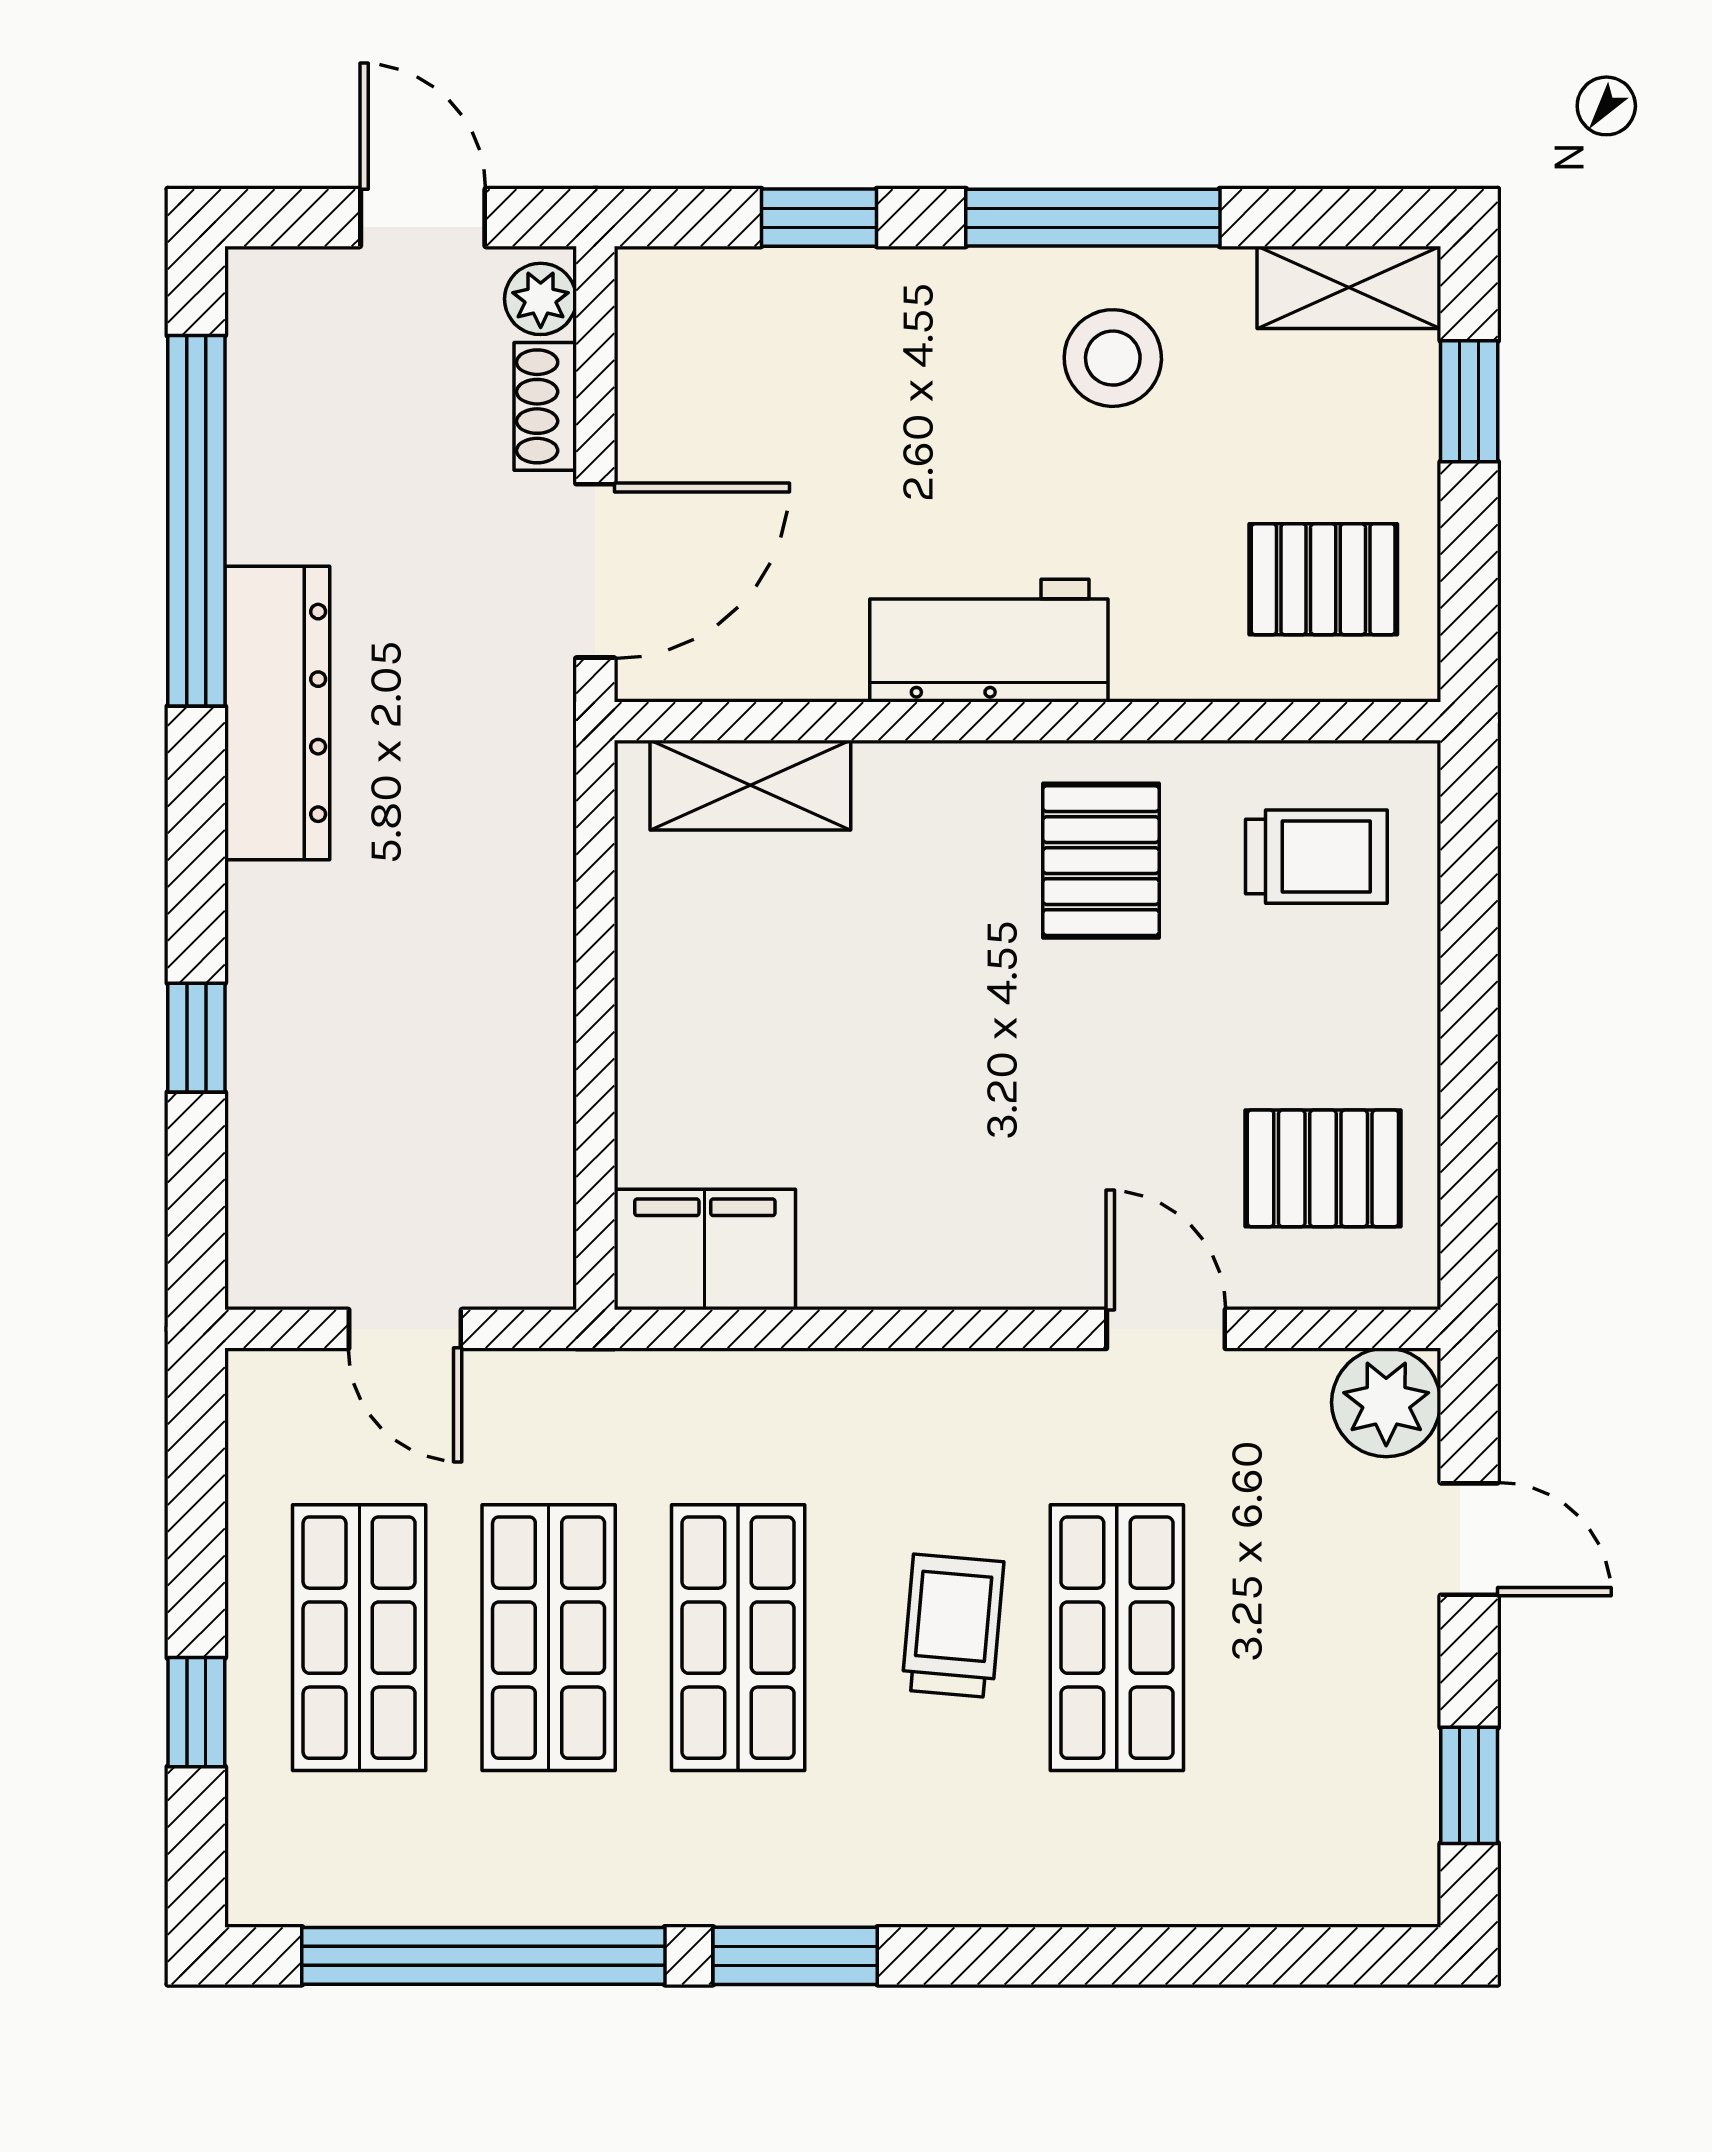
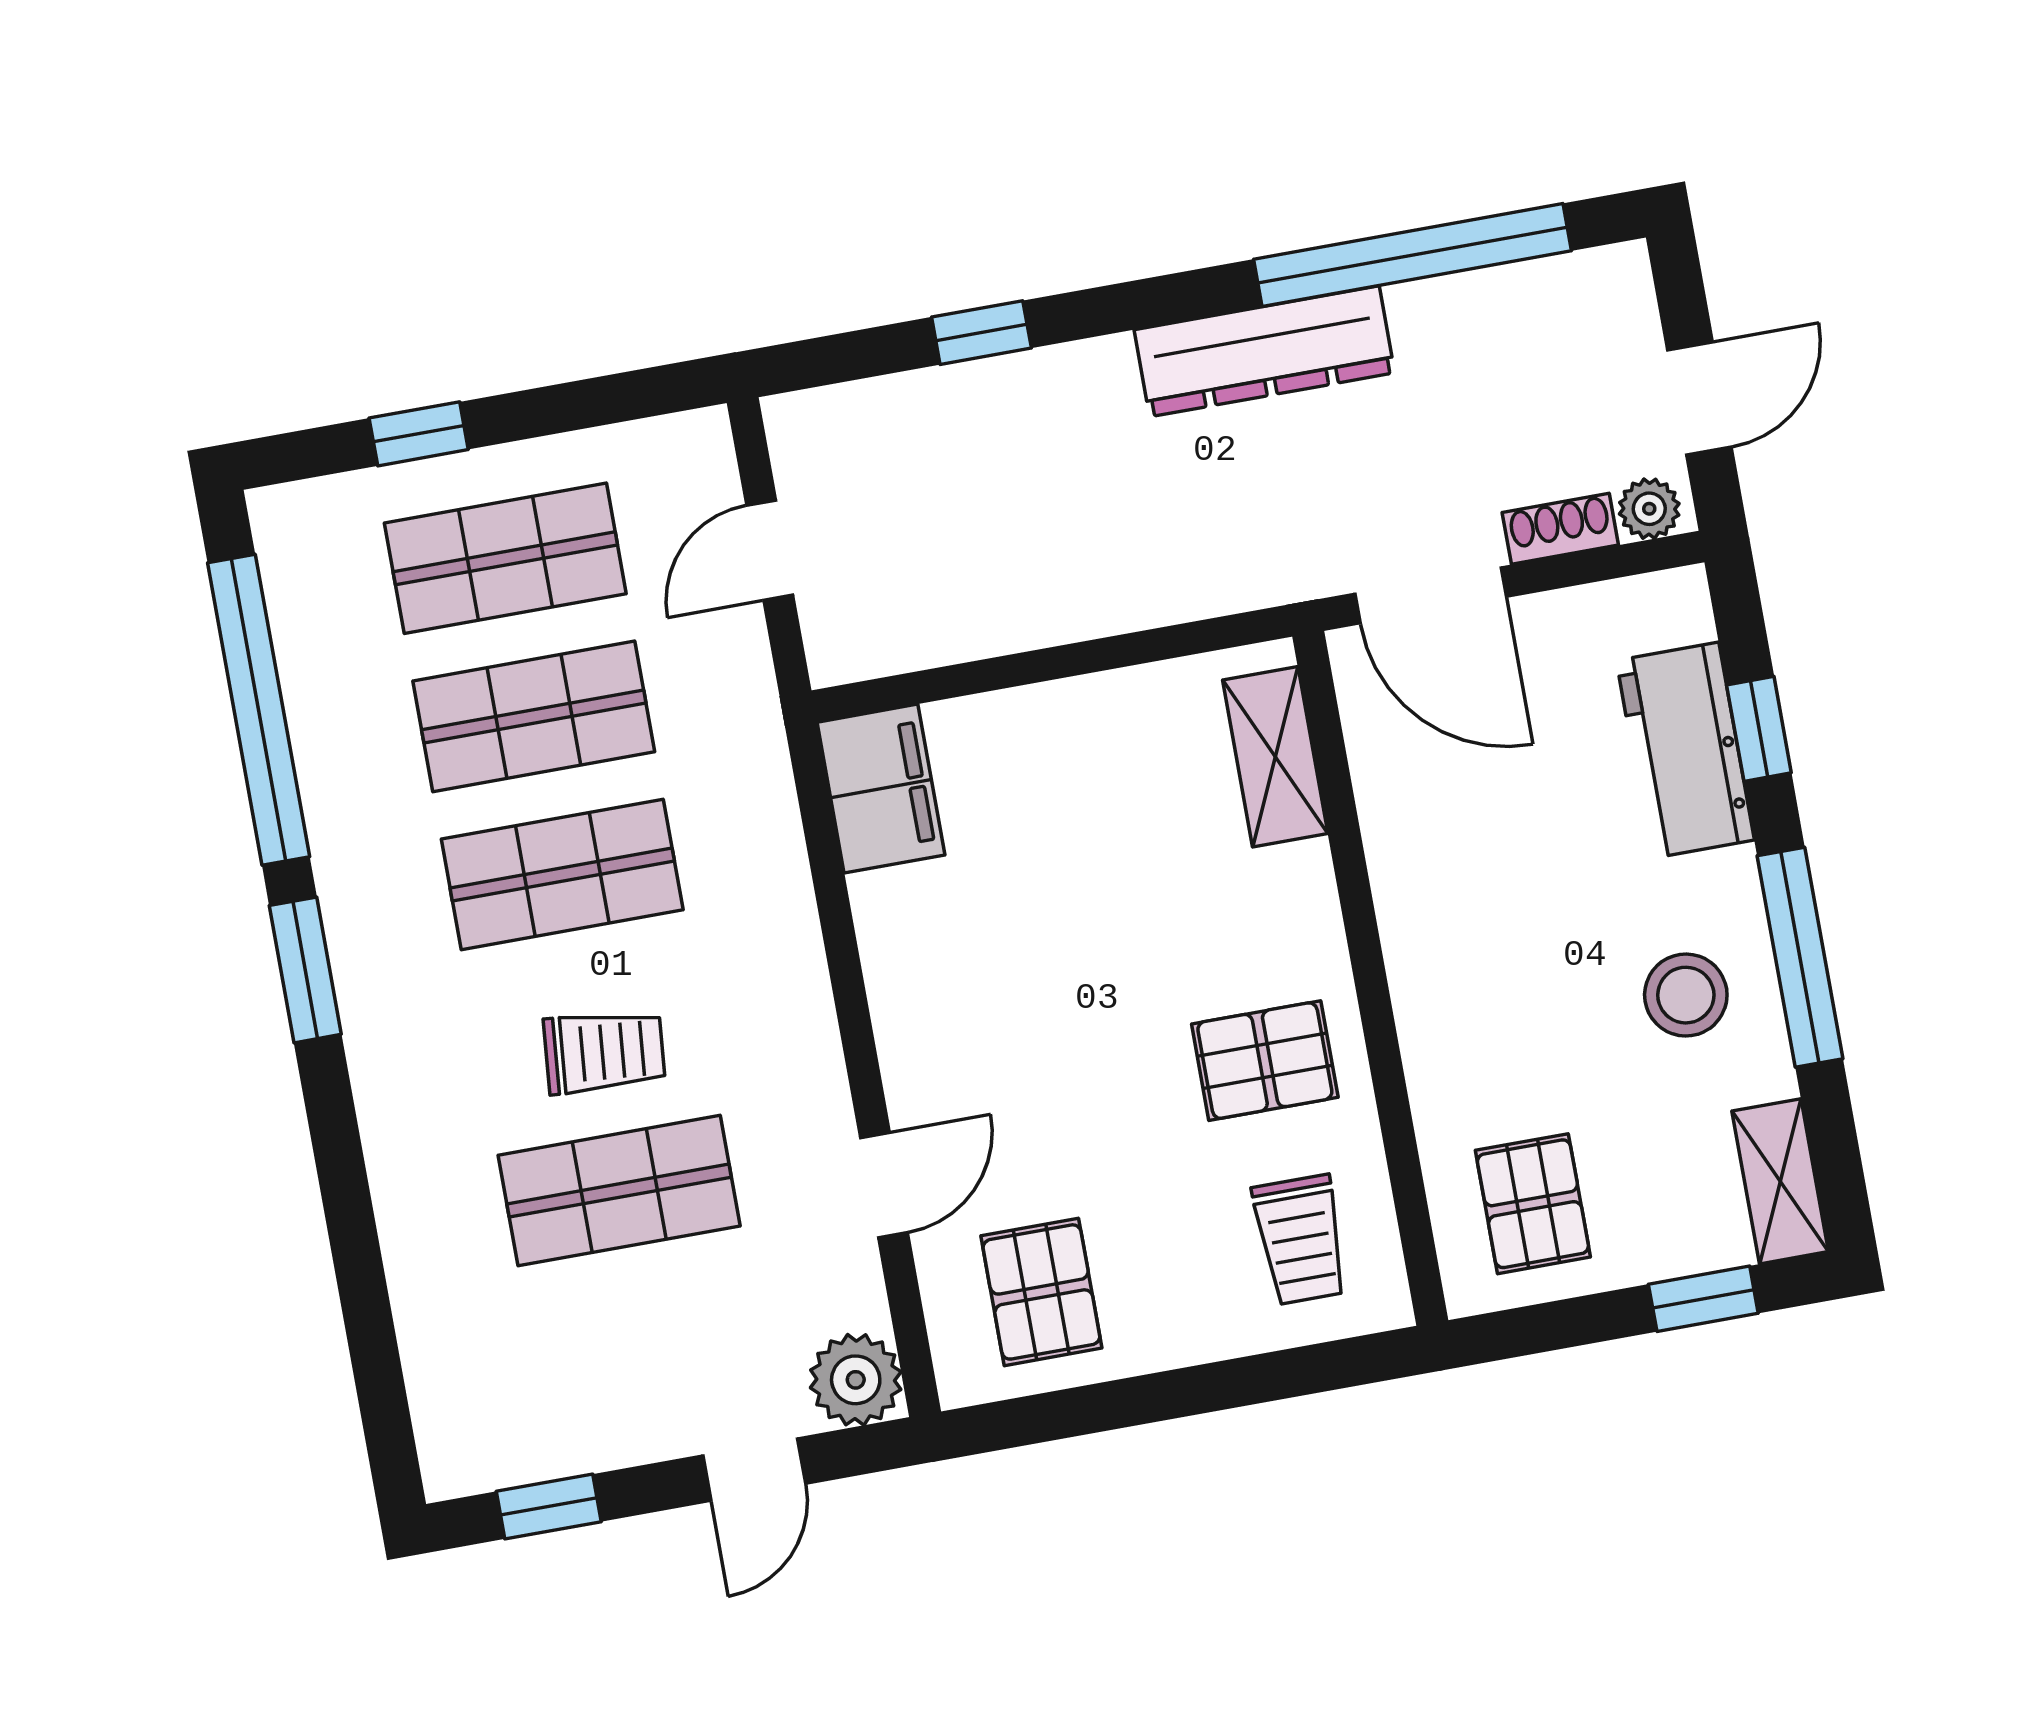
workbench: (989, 641) -> (1685, 750), moved, turned 180

